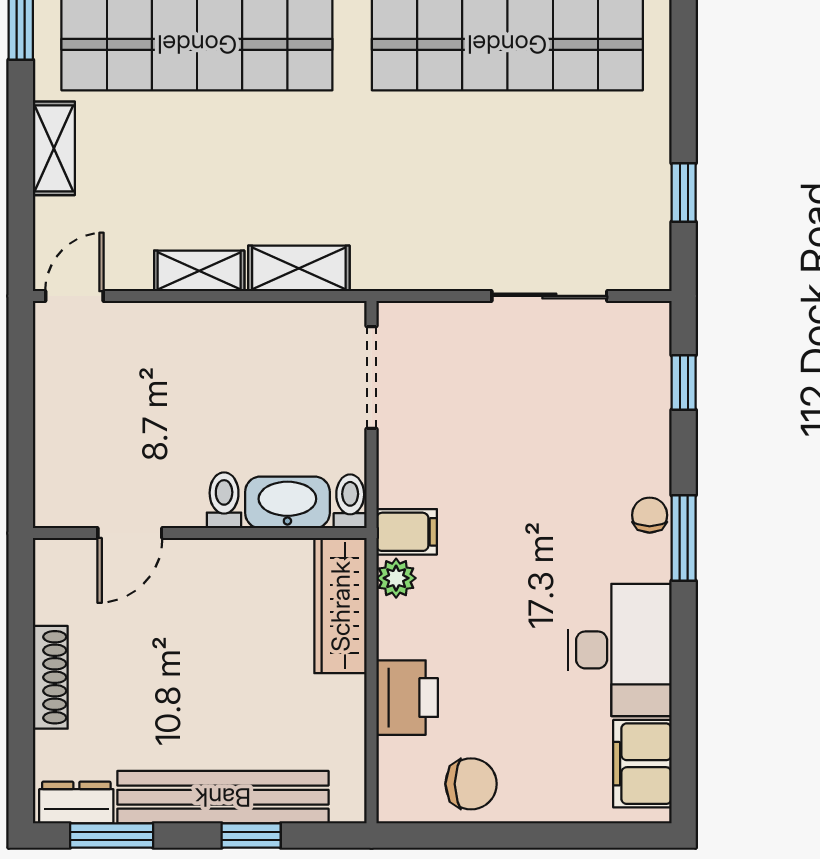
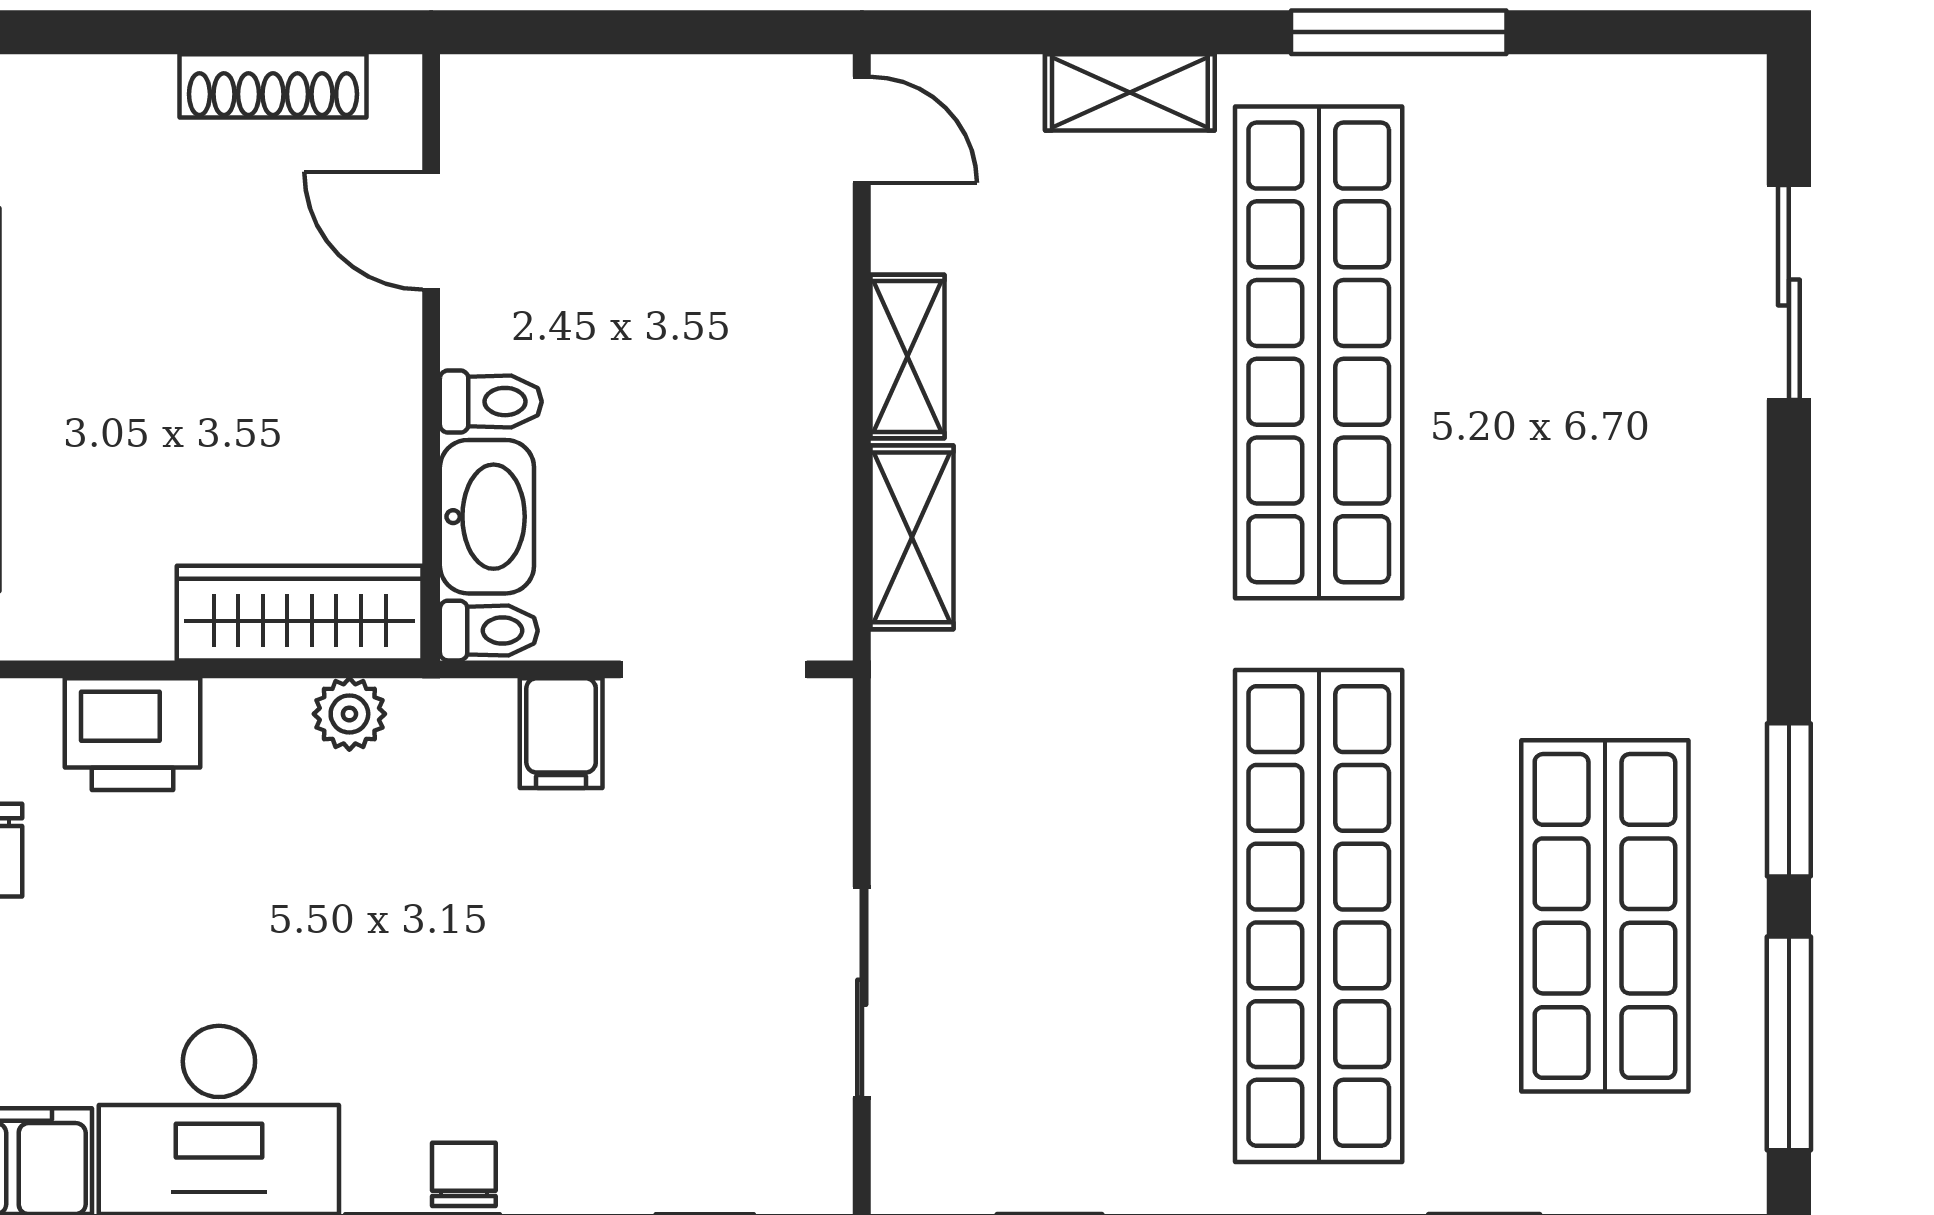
chair: (650, 515) -> (464, 1174), turned -90
filing cabinet: (407, 532) -> (561, 733), moved
shoe rack: (50, 677) -> (273, 86), moved

